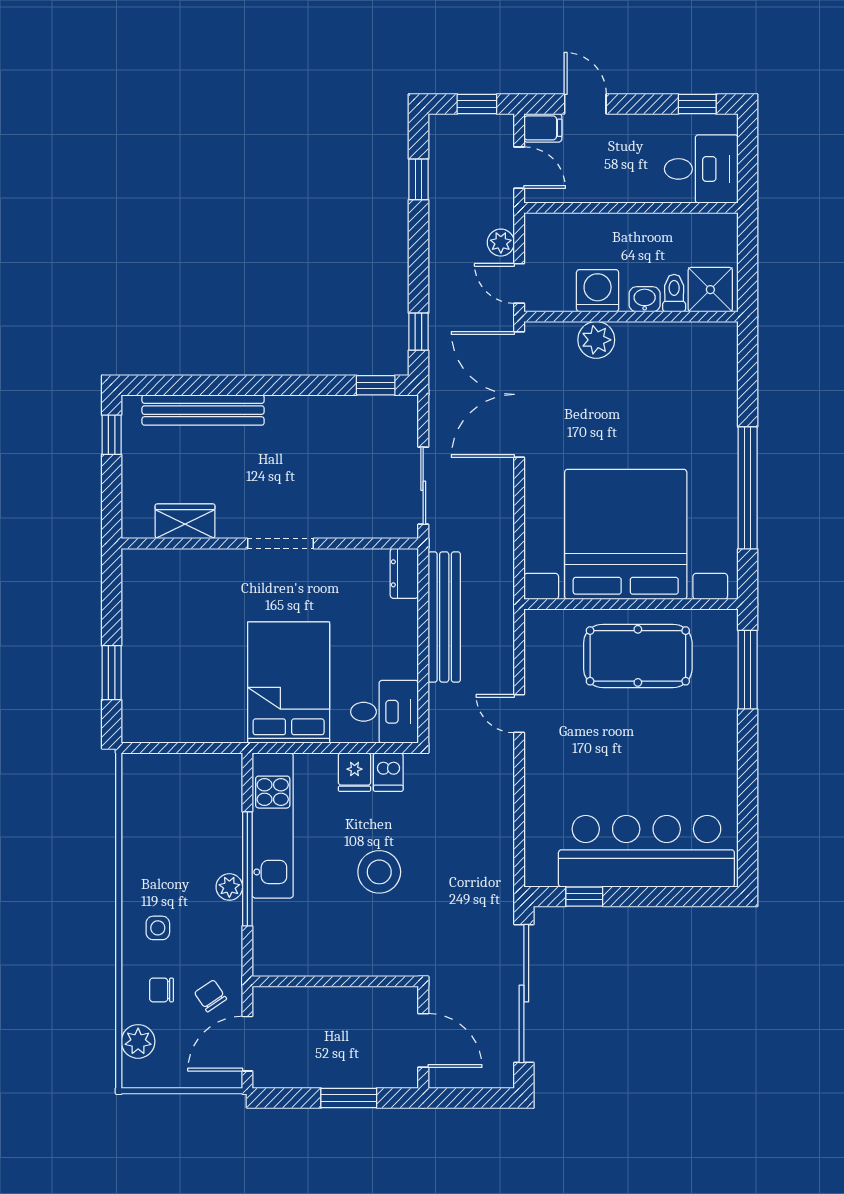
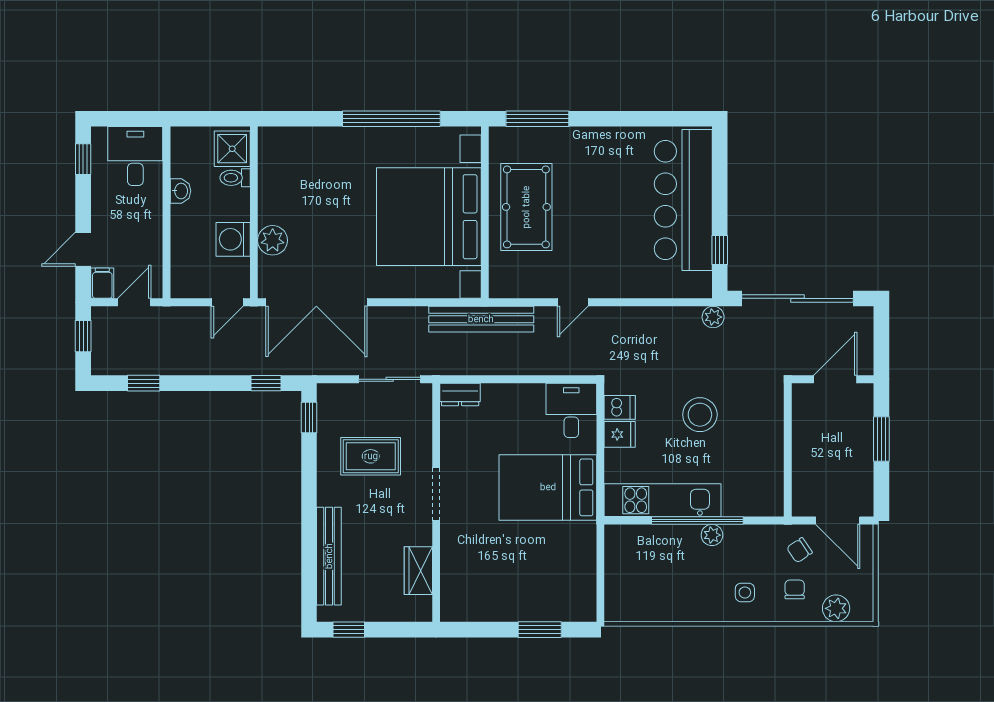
plant: (501, 243) -> (713, 317), moved
washbasin: (645, 299) -> (181, 191), moved, turned 180
rug: (327, 462) -> (371, 456), added
bench: (444, 617) -> (481, 319), moved
chair: (162, 990) -> (795, 589), turned 180

